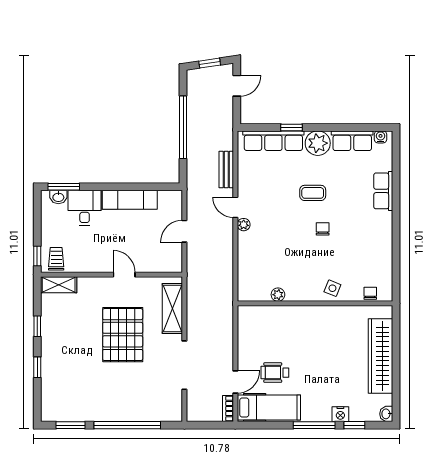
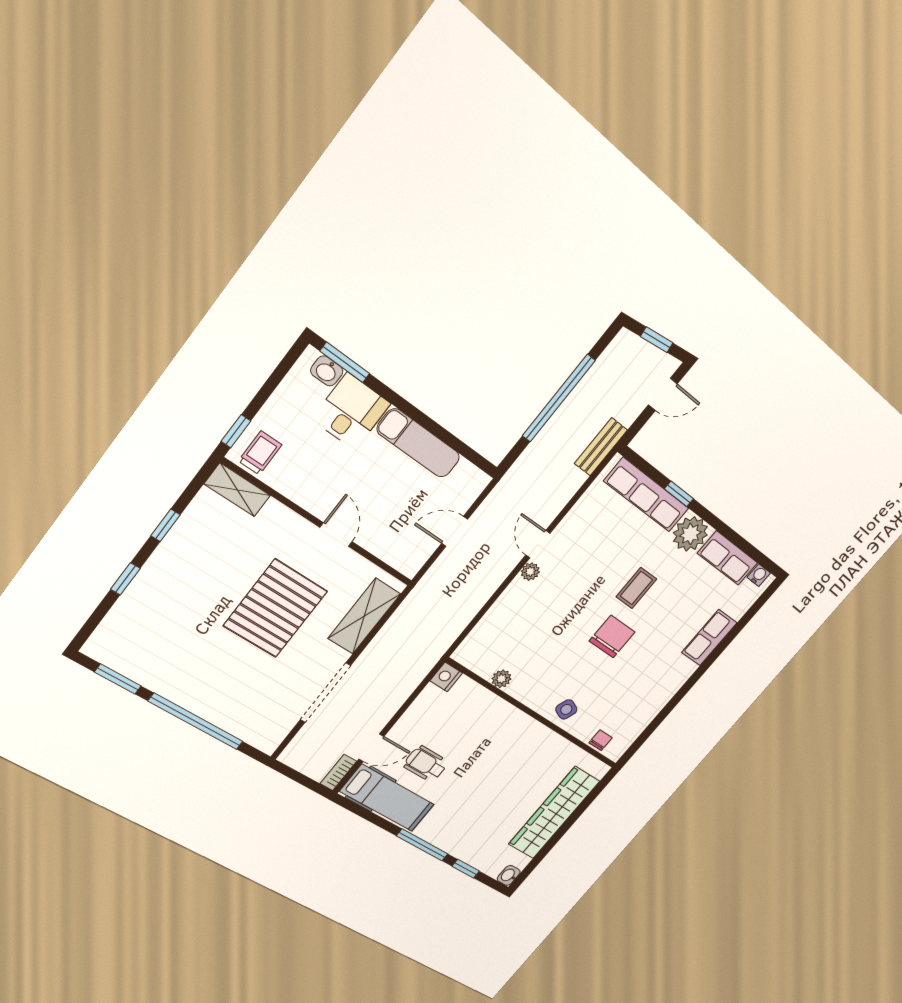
bench: (226, 170) -> (601, 447), moved
coffee table: (313, 193) -> (636, 588), turned 90
chair: (323, 229) -> (612, 636), width x1.87, depth x1.87
nightstand: (340, 414) -> (446, 677), moved, turned 90

